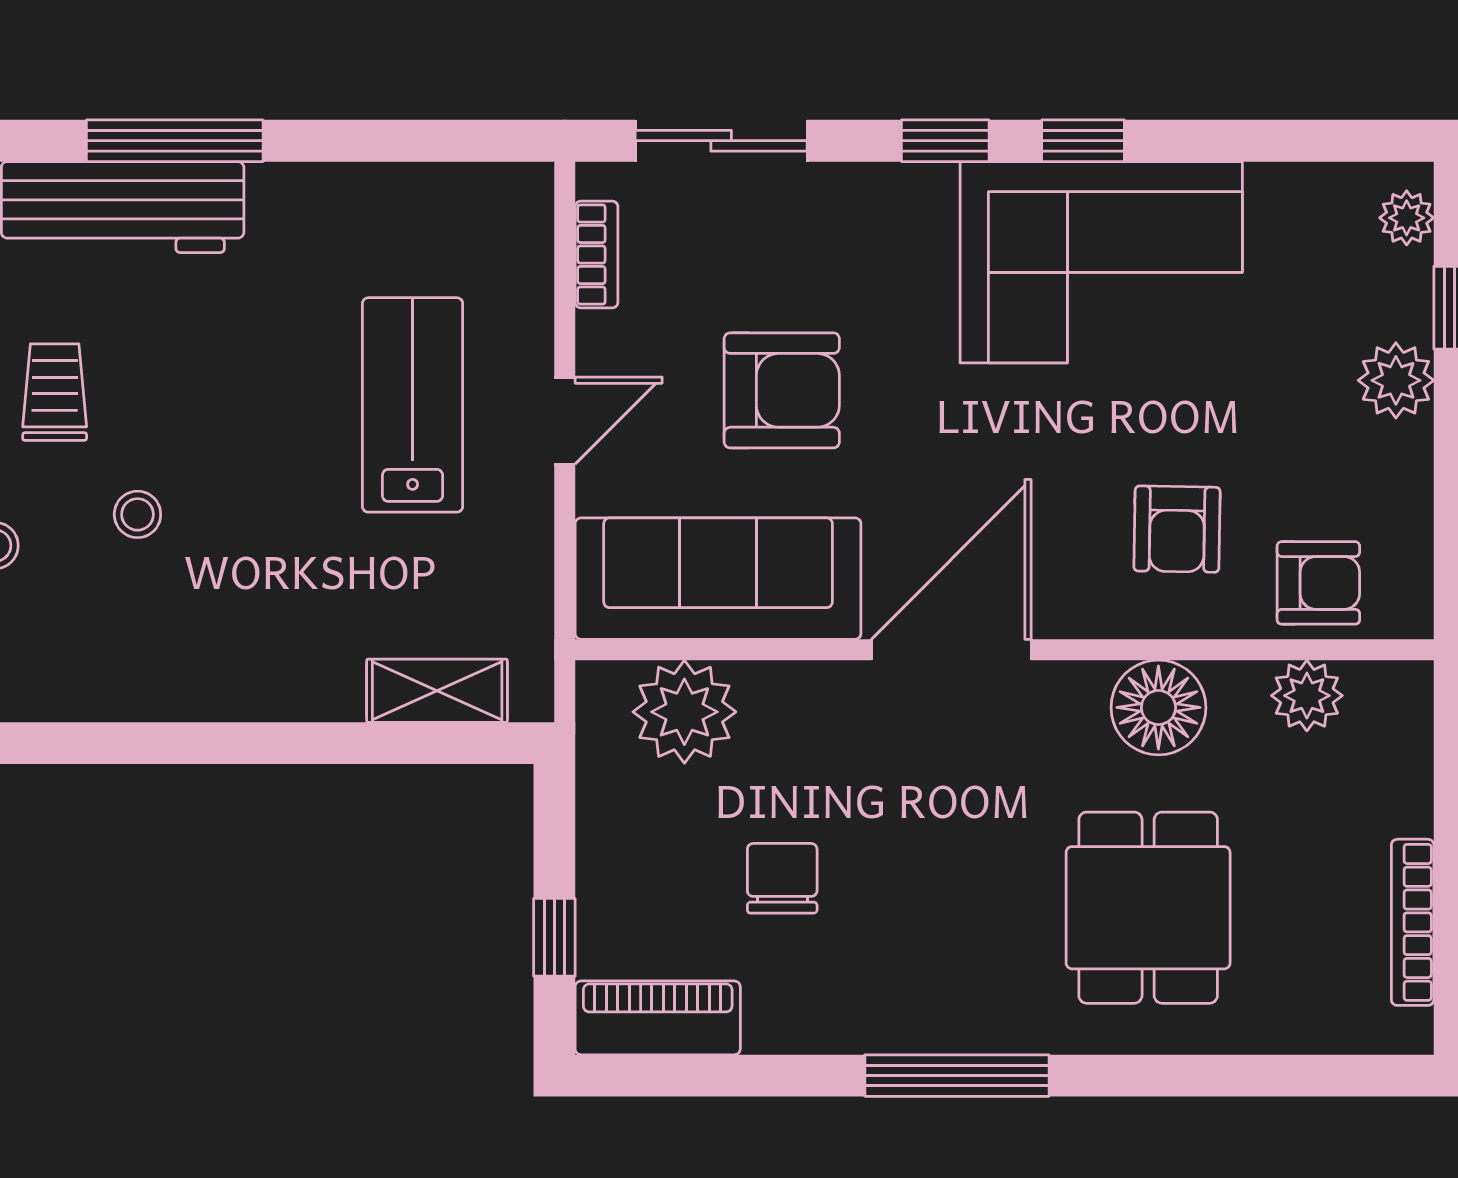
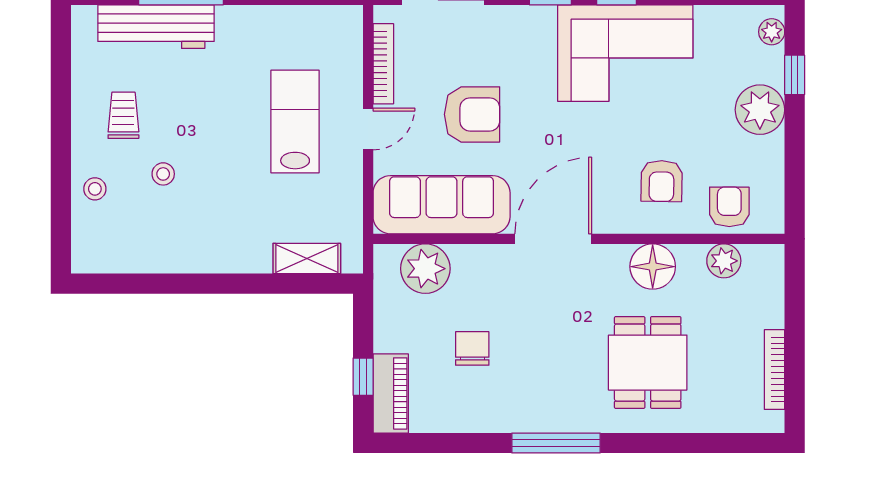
bookcase: (597, 255) -> (383, 64), width x1.56
plant: (1396, 380) -> (760, 110), width x1.36, depth x1.36
armchair: (1318, 583) -> (729, 207), turned -90
piano: (658, 1018) -> (391, 393), moved, turned 90

